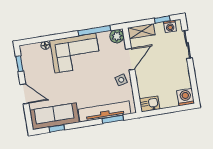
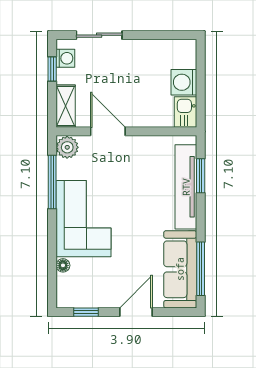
side table: (121, 80) -> (139, 152), removed
washing machine: (185, 97) -> (184, 82), moved
window: (57, 128) -> (201, 269), width x2.17

